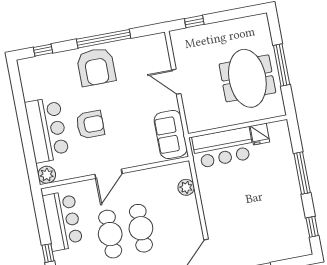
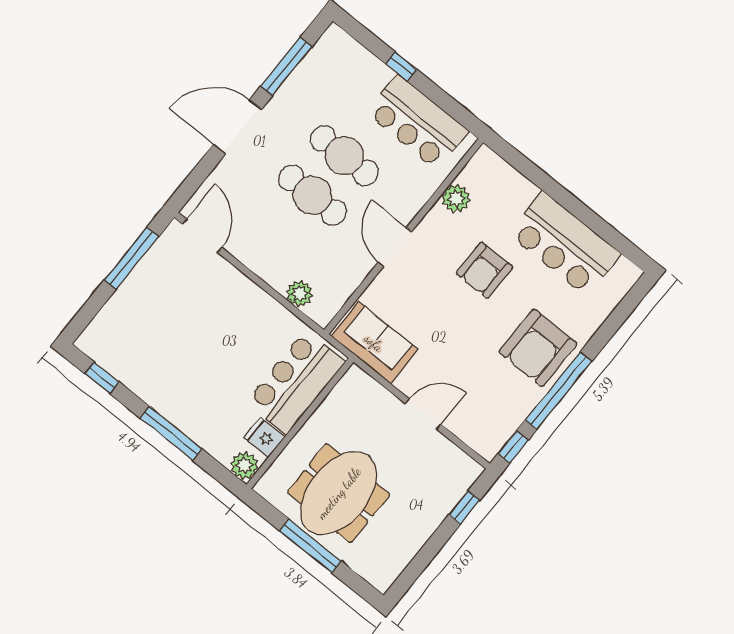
window: (43, 50) -> (513, 447), moved
armchair: (96, 67) -> (538, 348), turned -90
meeting table: (247, 78) -> (339, 493), turned 90
plant: (280, 129) -> (244, 466), added
bar counter: (47, 130) -> (564, 244), moved
door: (109, 174) -> (395, 247), moved
plant: (47, 175) -> (456, 199), moved

